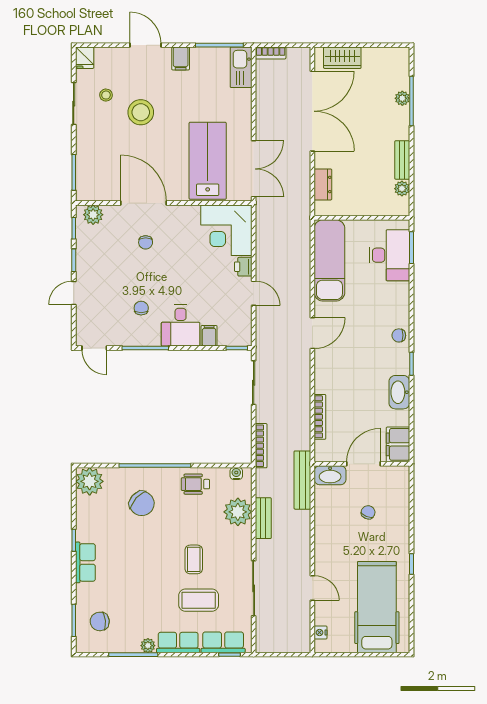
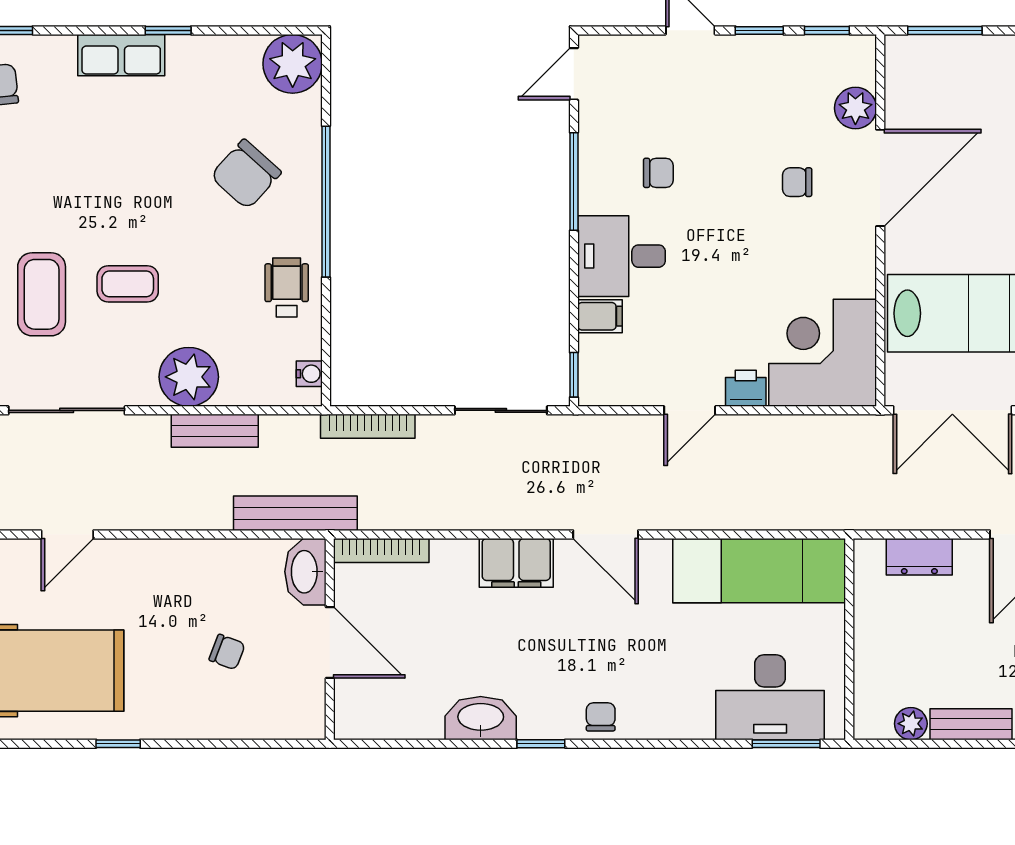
plant: (93, 215) -> (855, 108), moved
bookcase: (320, 417) -> (381, 550), moved
filing cabinet: (398, 444) -> (516, 563), moved, turned 180
plant: (238, 512) -> (189, 377), moved

